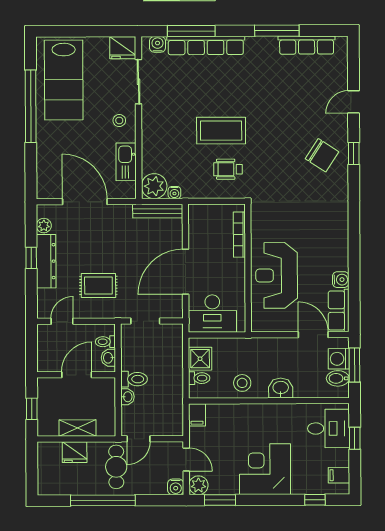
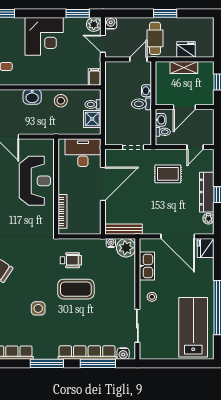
window: (277, 31) -> (47, 363), moved
fridge: (123, 48) -> (206, 248), moved, turned -90
side table: (272, 104) -> (38, 308), added
window: (103, 500) -> (165, 13), width x0.47

